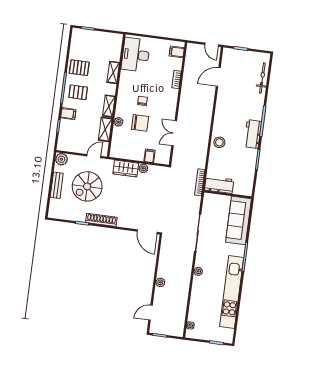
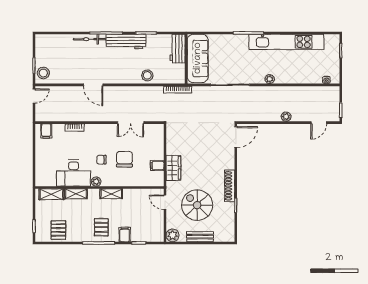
desk: (136, 55) -> (74, 173), moved
stool: (232, 56) -> (43, 73), added
pallet: (79, 68) -> (58, 230), moved
door: (218, 77) -> (93, 85), moved
bicycle: (262, 78) -> (89, 39), moved
plant: (118, 122) -> (96, 182), moved
shelving: (105, 129) -> (51, 194), moved
workbench: (253, 134) -> (126, 42), width x1.38
stool: (219, 142) -> (147, 75), moved
filing cabinet: (150, 156) -> (157, 166), moved
plant: (143, 168) -> (171, 150), removed
workbench: (219, 185) -> (178, 49), moved
spiral stairs: (87, 186) -> (197, 205), turned 180
sofa: (238, 220) -> (198, 58), moved, turned -90
door: (151, 313) -> (319, 123), hinge flipped

